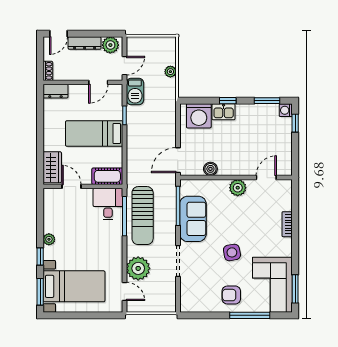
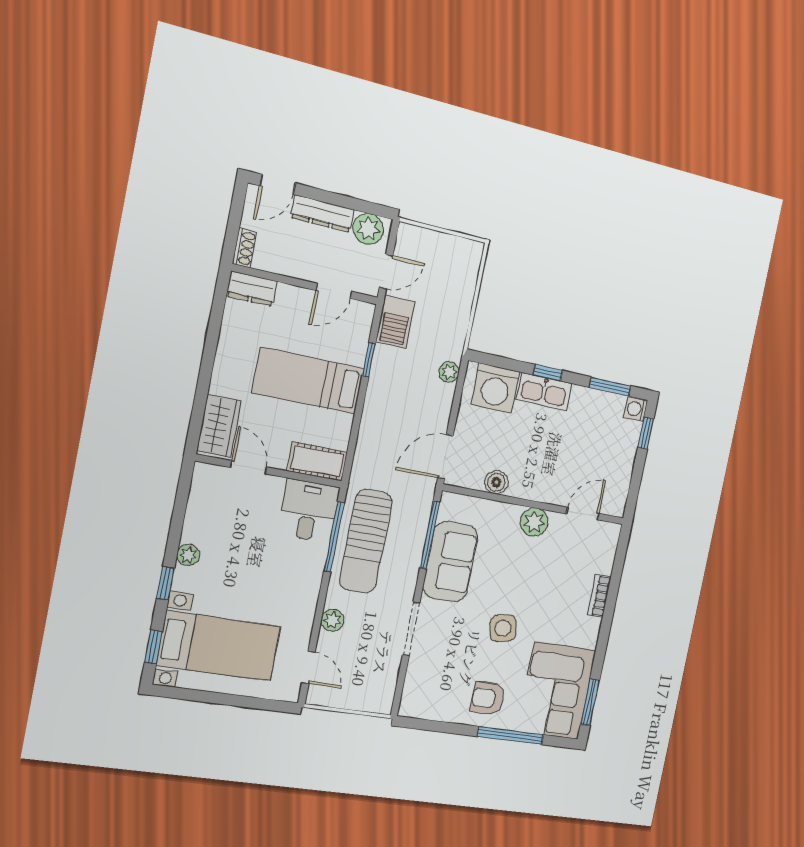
plant: (170, 72) -> (449, 372), moved
kitchen sink: (224, 112) -> (544, 392), width x1.38
plant: (138, 268) -> (332, 620), width x0.53, depth x0.53
window: (40, 292) -> (153, 647), width x0.67

